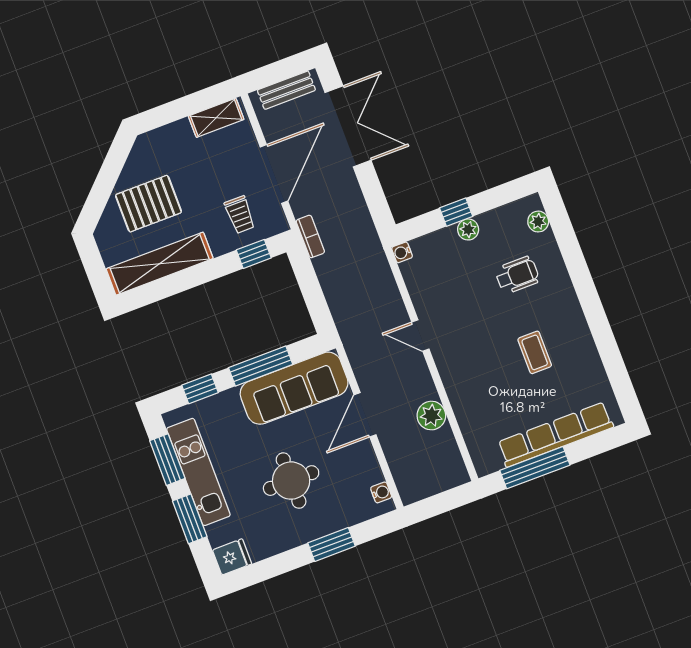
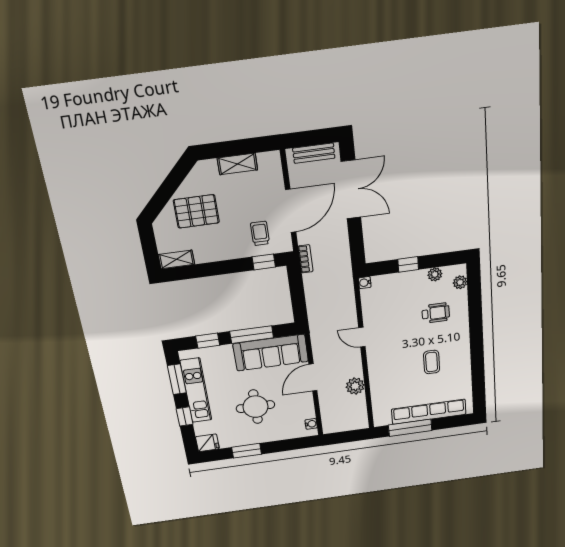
shelving: (216, 118) -> (237, 164), moved
trolley: (240, 215) -> (260, 233), turned 180
plant: (468, 229) -> (435, 274), moved
shelving: (160, 264) -> (176, 259), width x0.45, depth x0.75
window: (190, 519) -> (185, 416), width x0.67
window: (332, 544) -> (247, 451), moved

